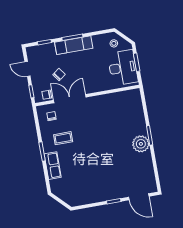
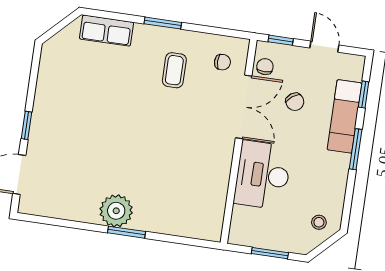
exam couch: (74, 45) -> (345, 116), moved
desk: (123, 68) -> (263, 175), moved, turned 90
door: (27, 69) -> (324, 47), hinge flipped
row of seats: (53, 166) -> (107, 31), moved

